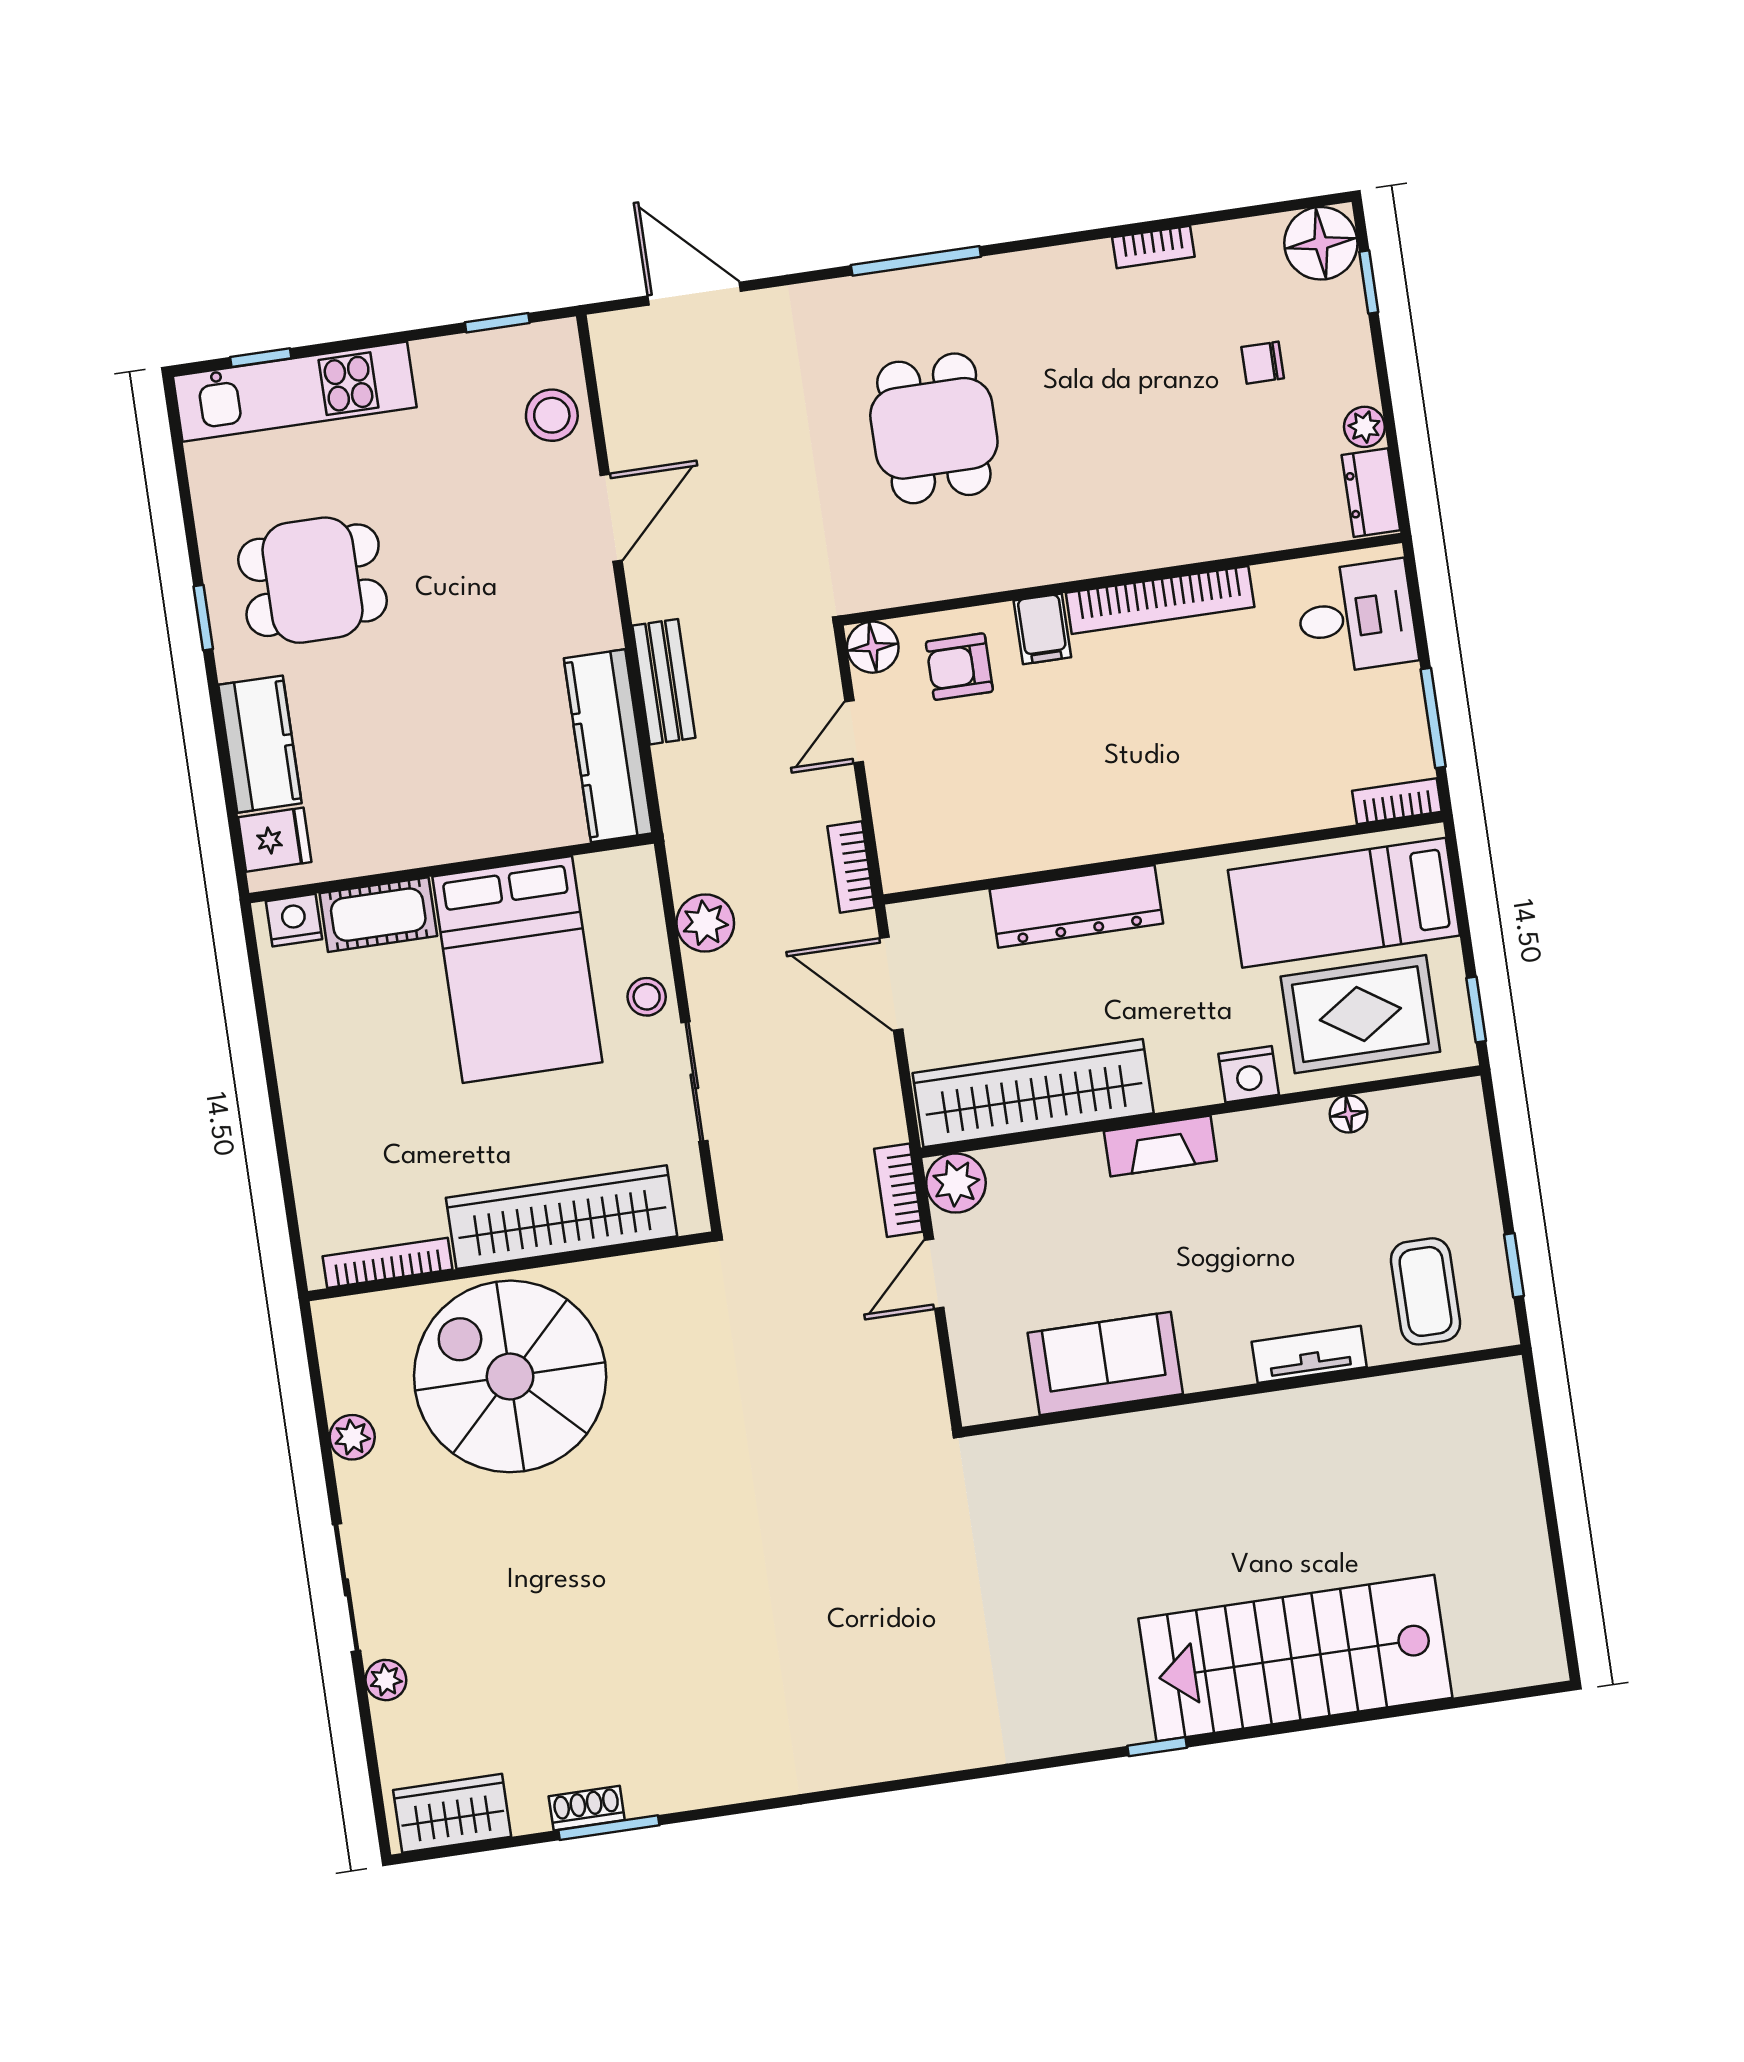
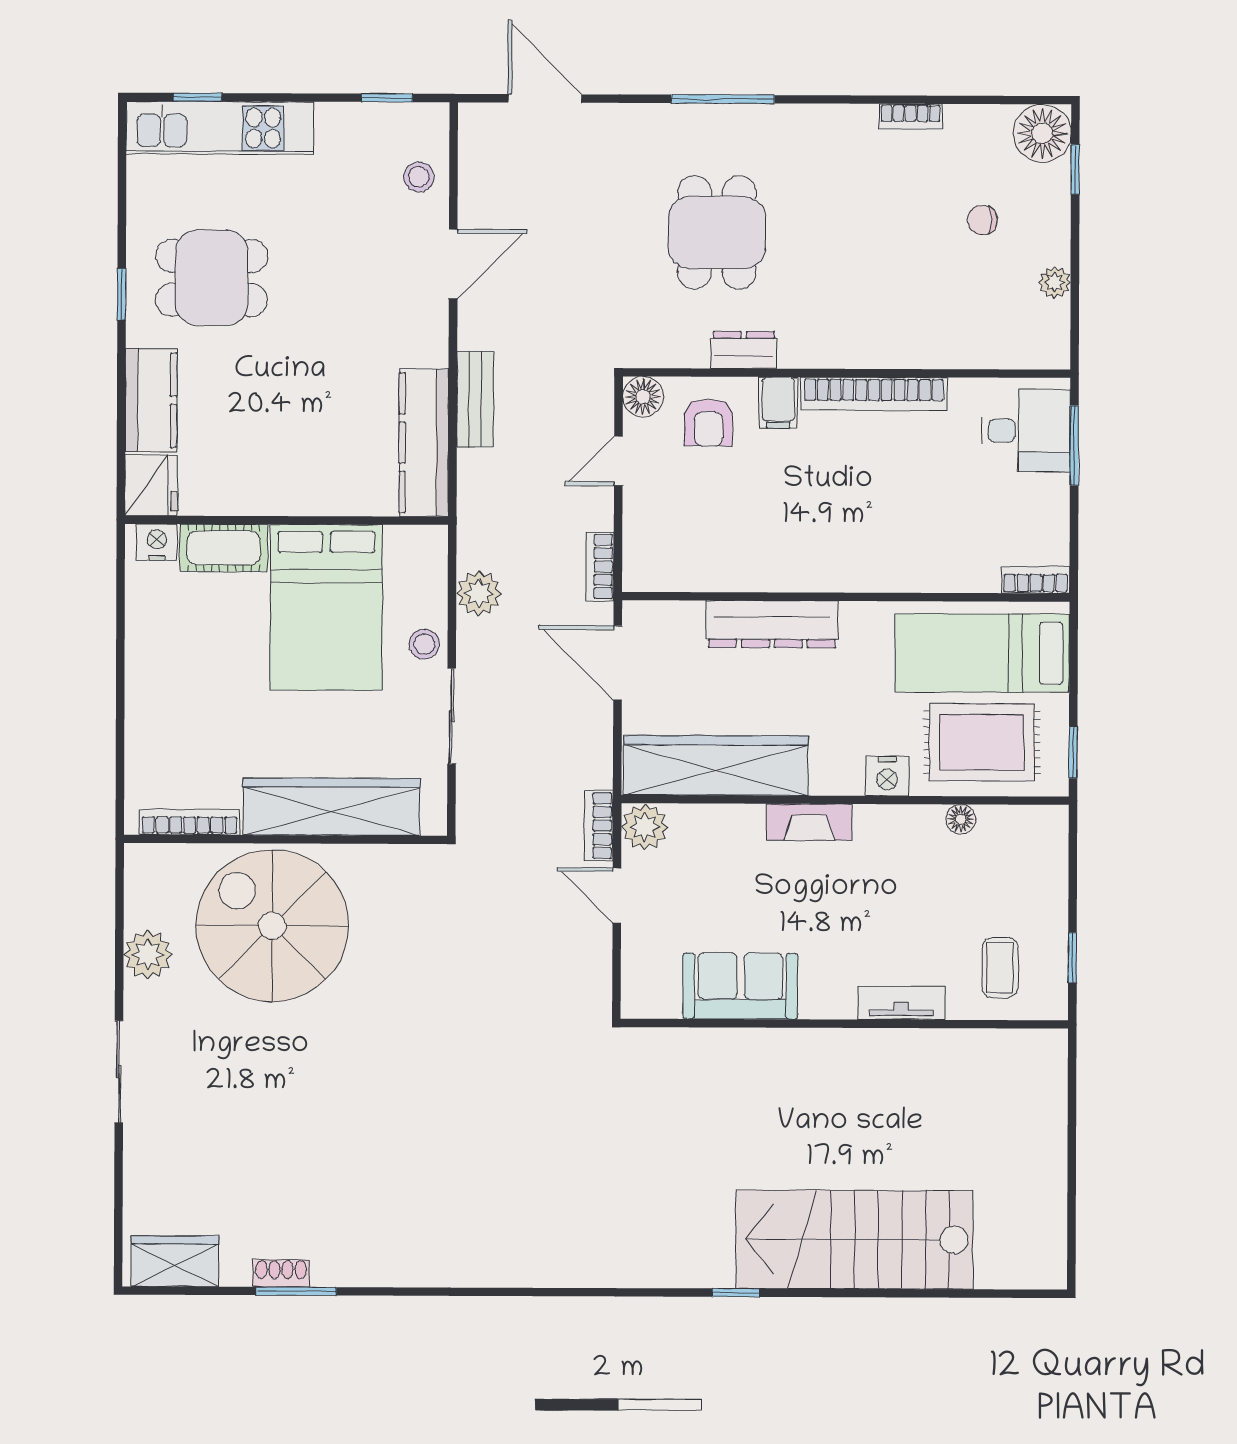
stool: (552, 415) -> (419, 177), width x0.73, depth x0.73
dresser: (1371, 493) -> (744, 350), moved, turned 90
armchair: (959, 667) -> (709, 422), turned -90
window: (1433, 718) -> (1074, 446), moved
fridge: (275, 840) -> (151, 485), width x1.38
door: (934, 1274) -> (617, 895), hinge flipped
coffee table: (1426, 1291) -> (1000, 968), width x0.73, depth x0.77
plant: (352, 1437) -> (148, 955), width x1.38, depth x1.38
plant: (386, 1680) -> (139, 1149), removed

